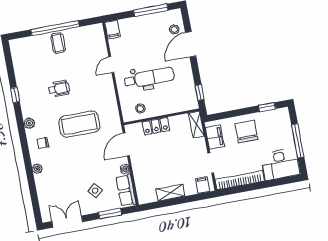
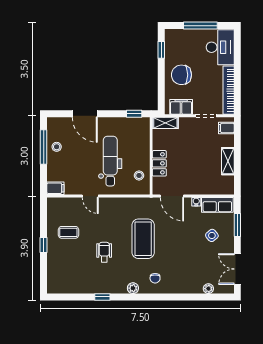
window: (55, 28) -> (44, 245), width x0.32
stool: (174, 29) -> (57, 147), moved
coffee table: (58, 43) -> (68, 232), moved
plant: (37, 169) -> (208, 289), moved

